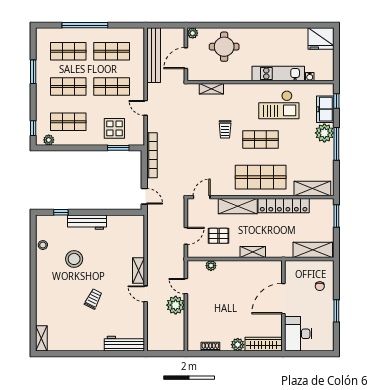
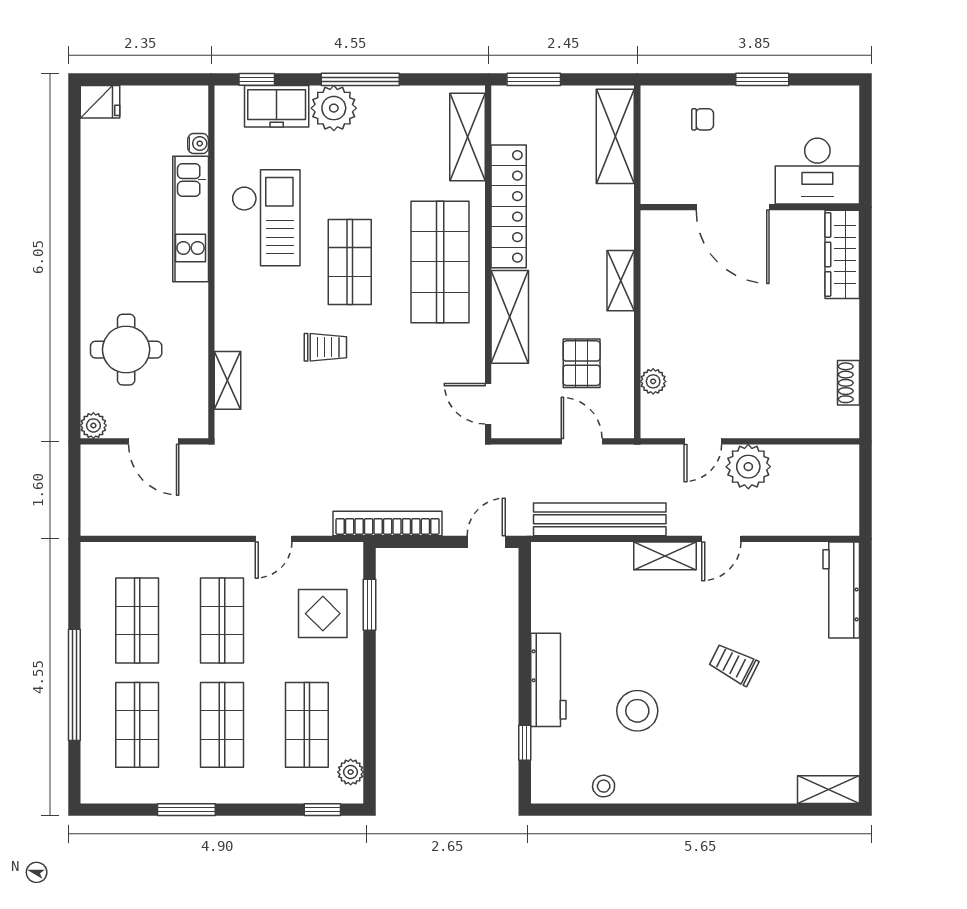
fridge: (321, 39) -> (100, 102), width x0.53, depth x0.75
bench: (154, 55) -> (600, 519), moved
plant: (238, 345) -> (843, 317), removed

